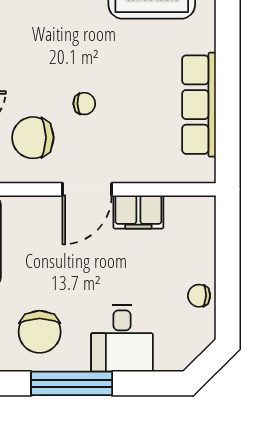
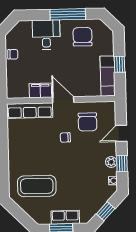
row of seats: (199, 105) -> (30, 111), moved, turned 90
chair: (33, 138) -> (88, 122), turned 90
door: (87, 189) -> (63, 100), hinge flipped

